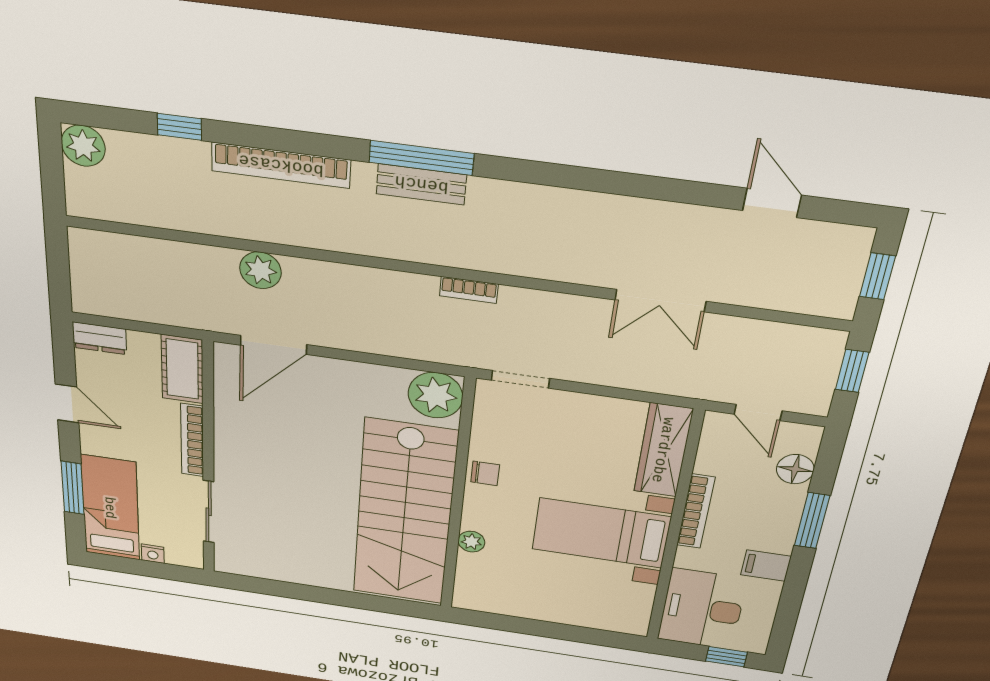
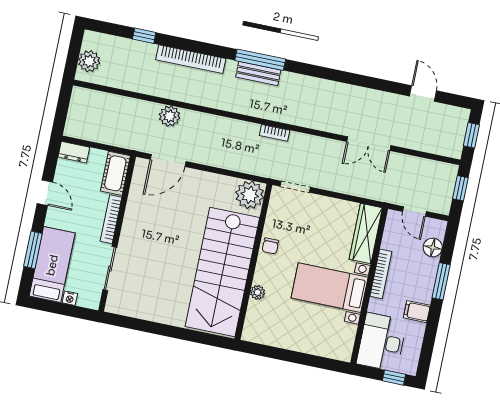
plant: (83, 146) -> (89, 61), moved
chair: (485, 473) -> (270, 246), turned 90

